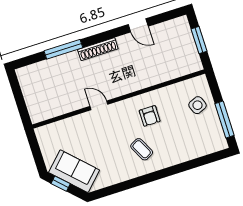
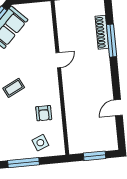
shoe rack: (98, 49) -> (102, 32), moved
armchair: (150, 116) -> (44, 113), moved, turned -90

